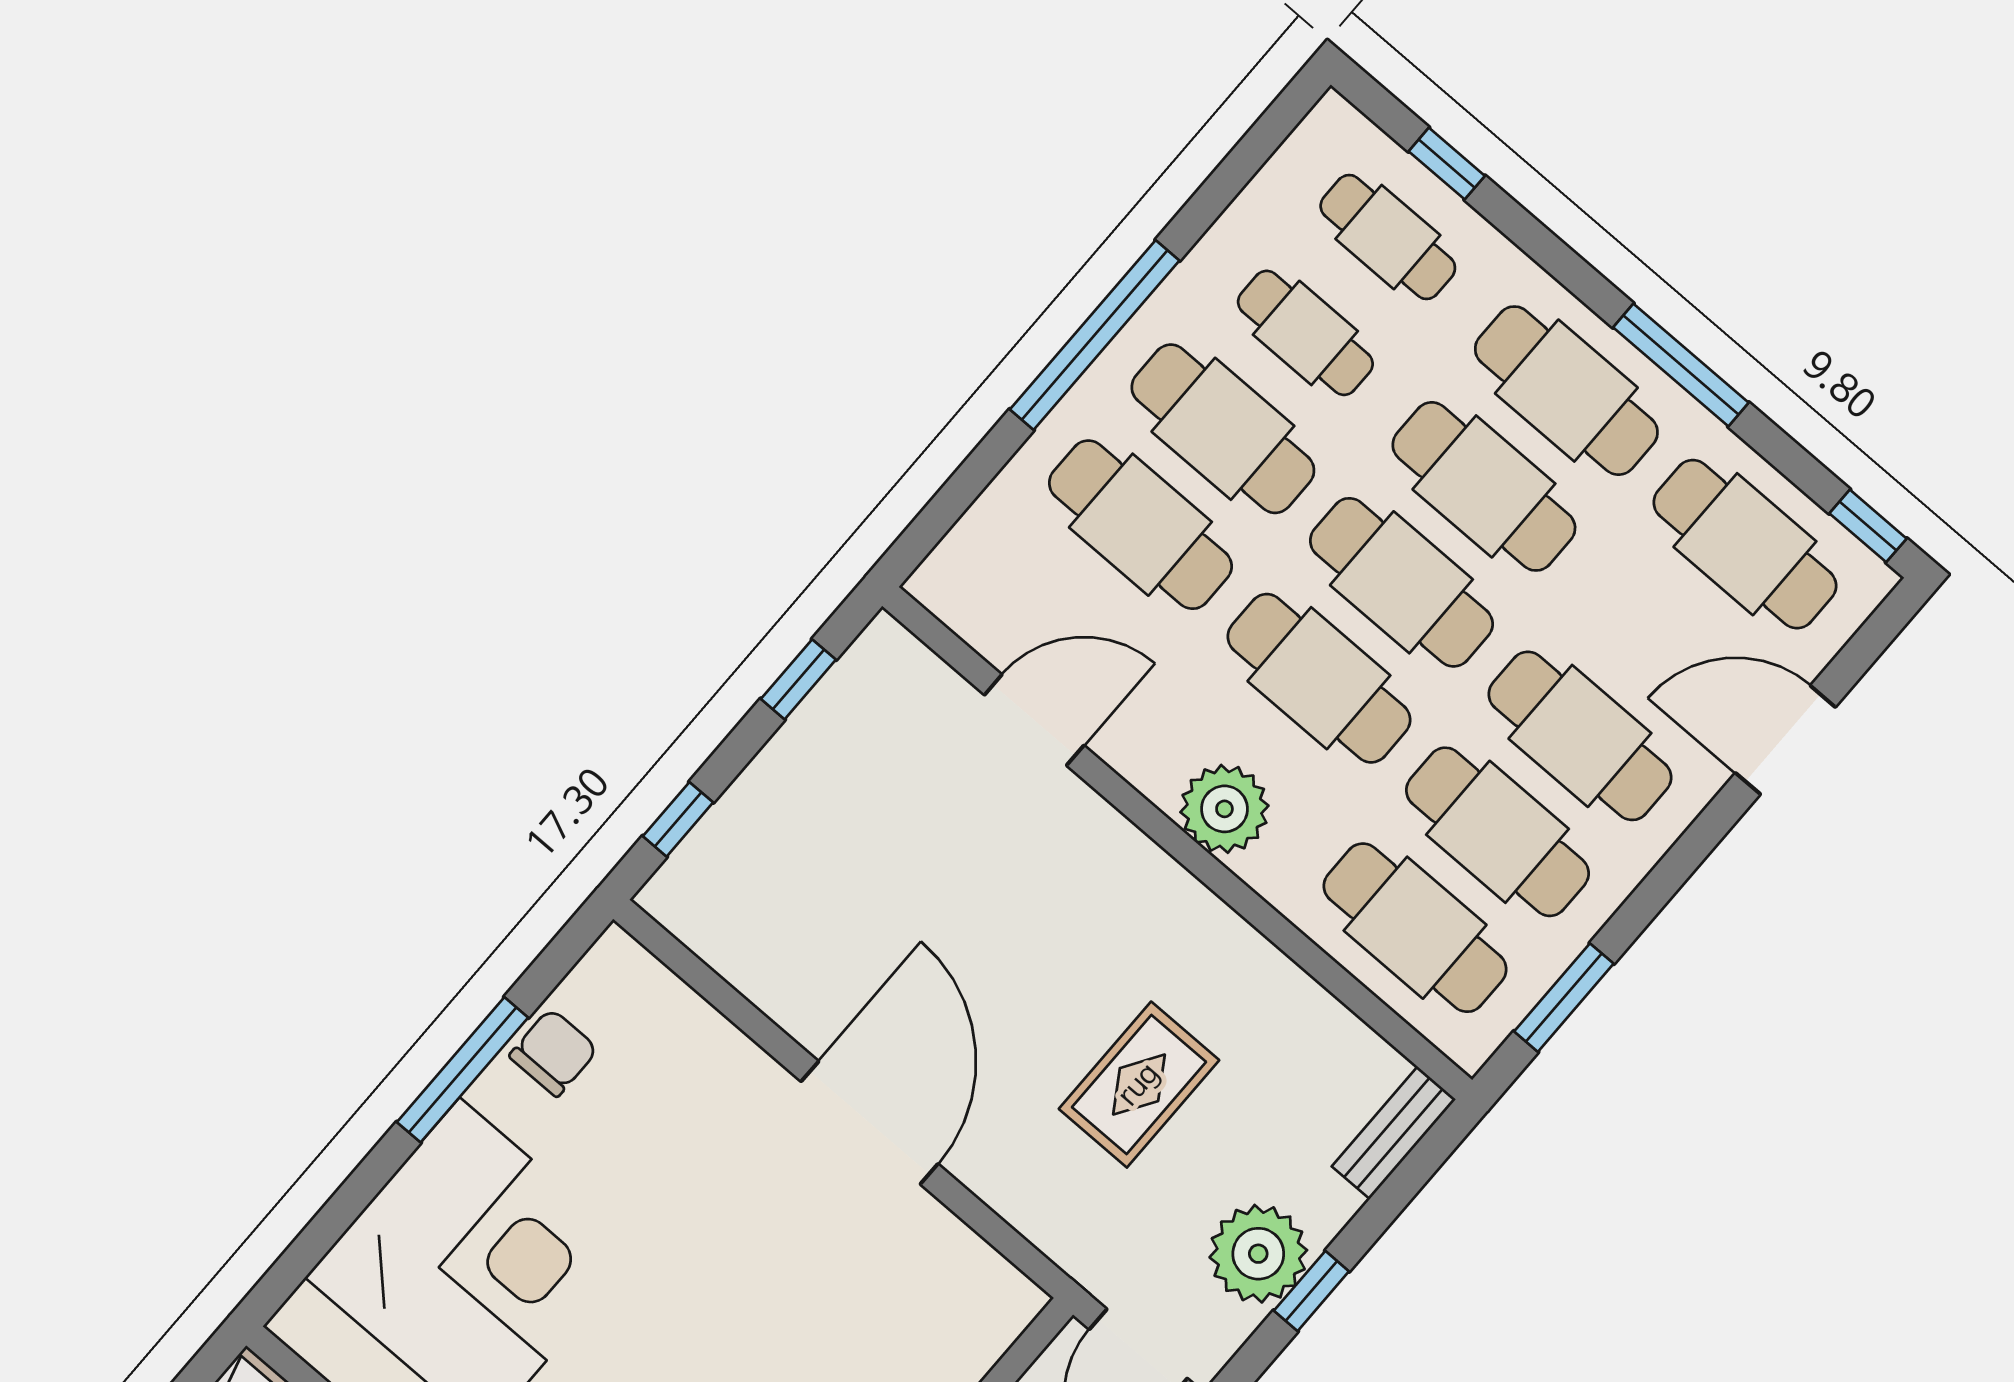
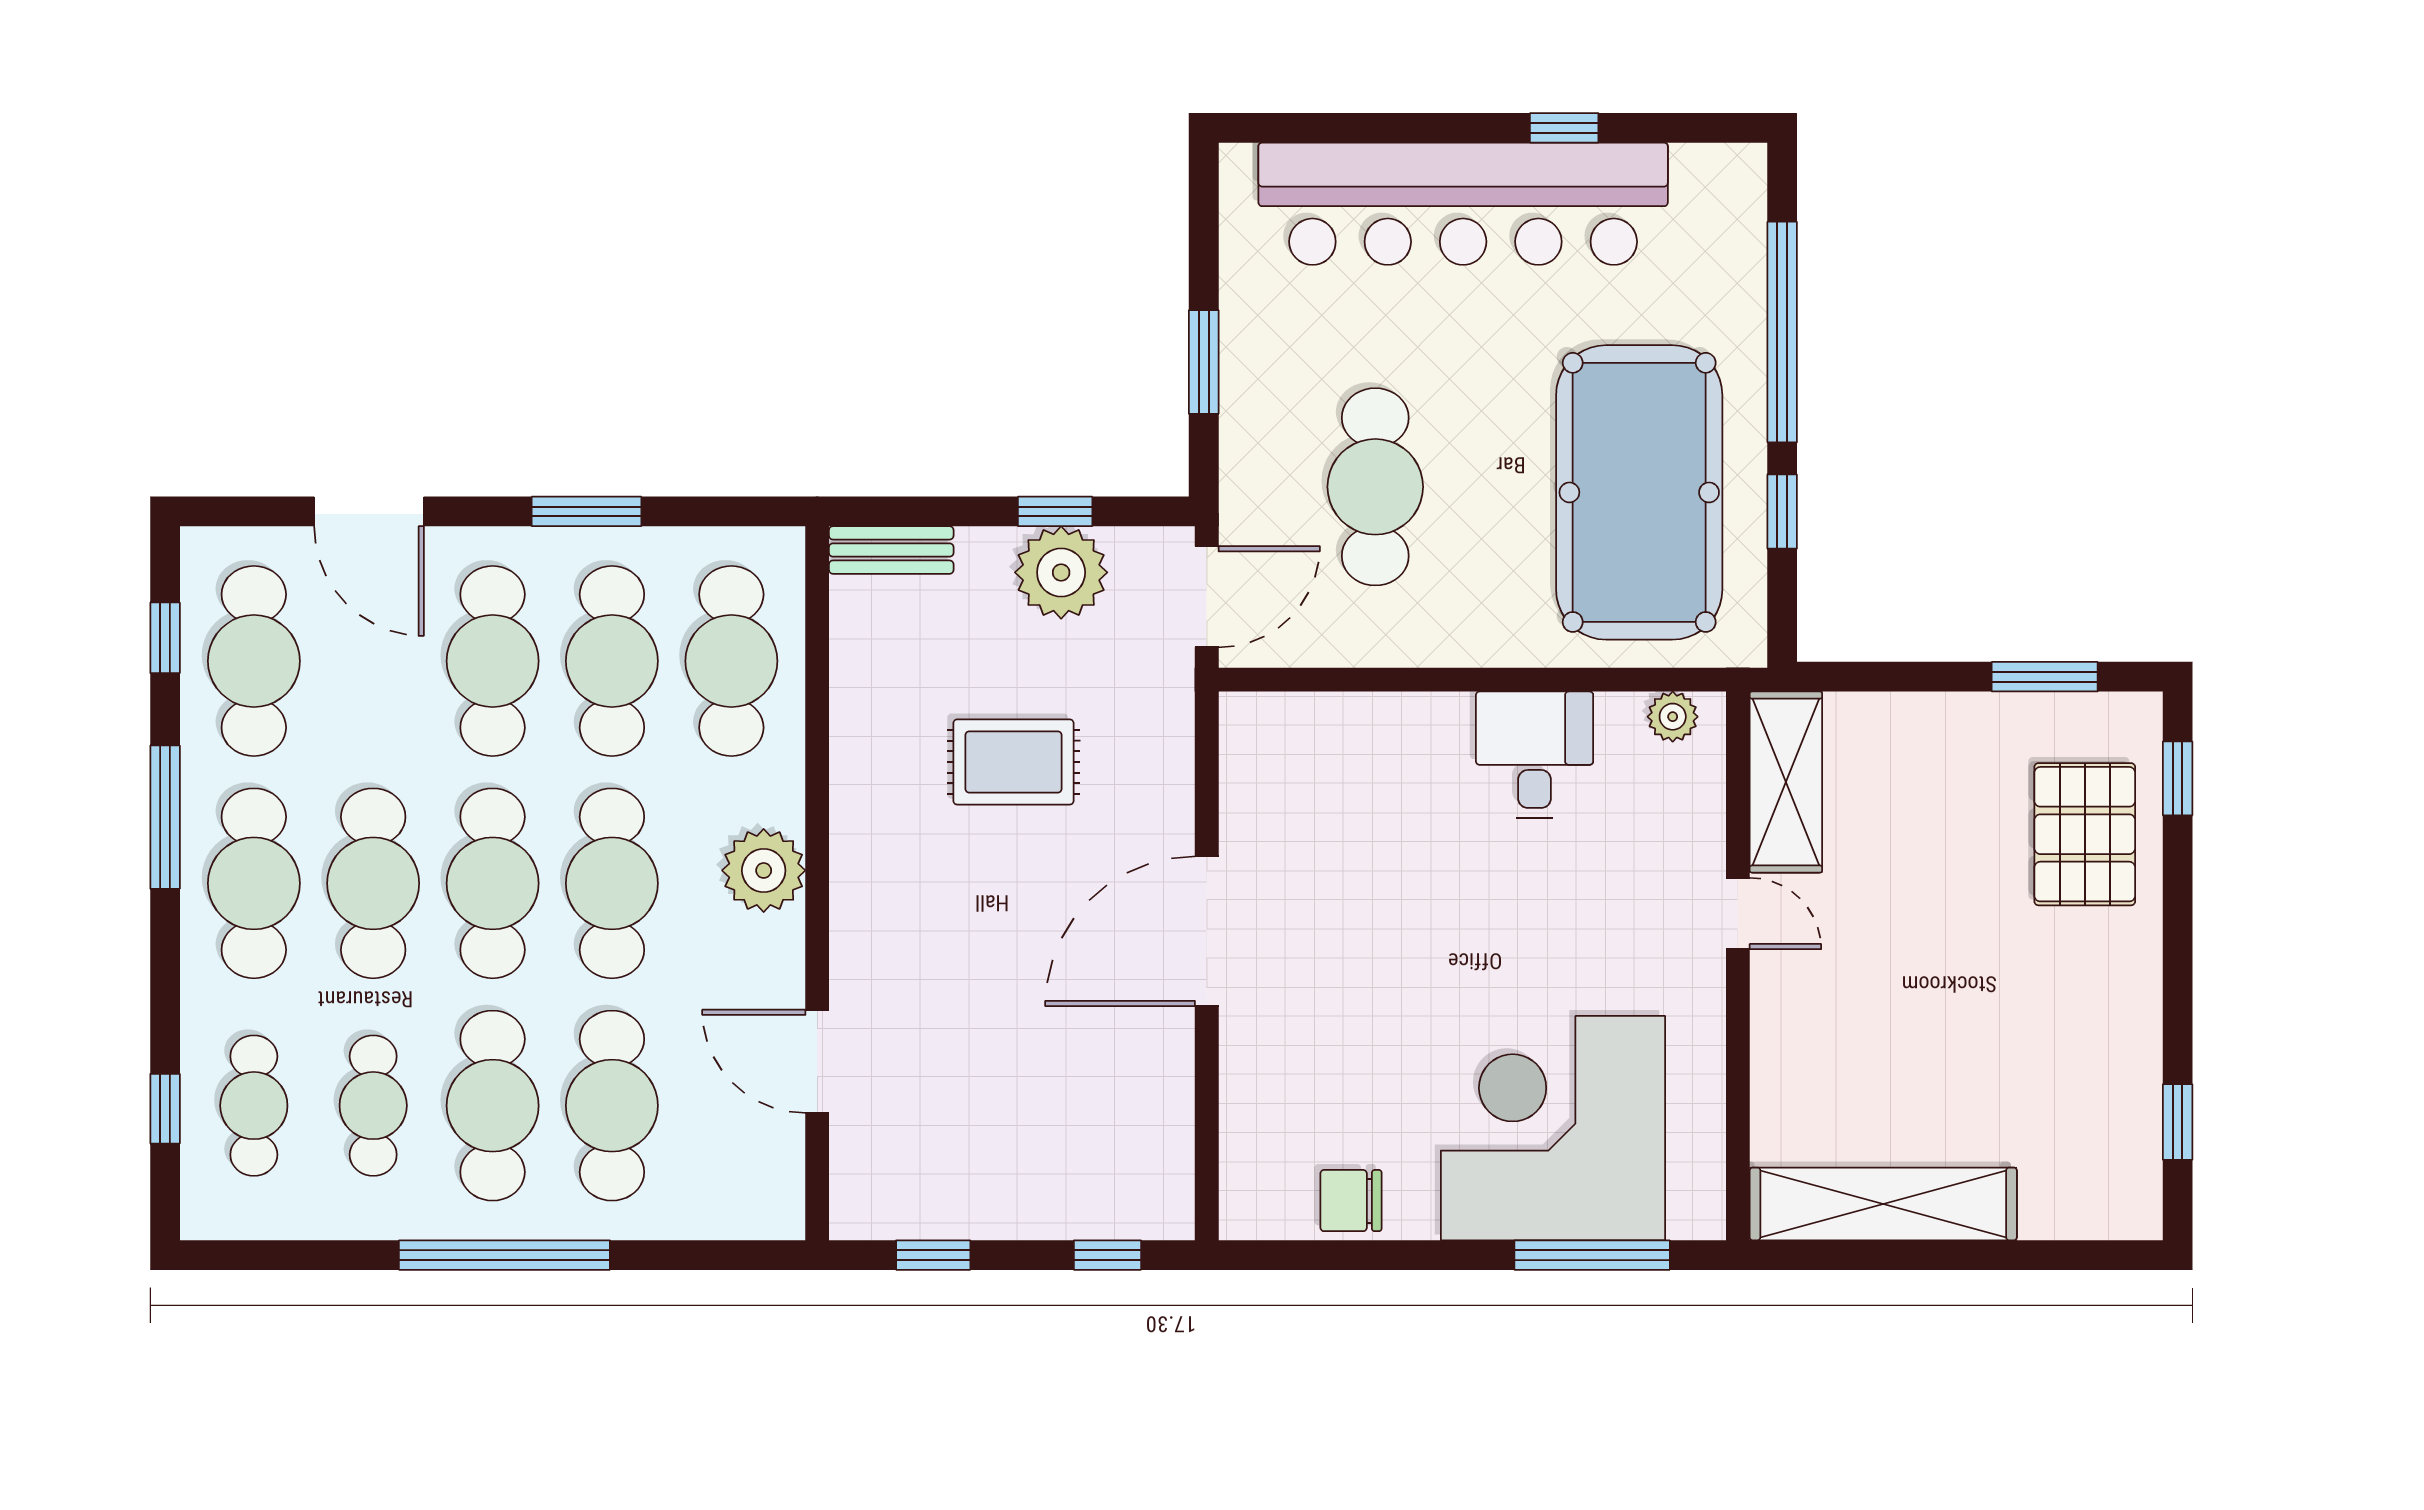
window: (1868, 526) -> (165, 638), moved
window: (1564, 998) -> (587, 511), moved
window: (463, 1070) -> (1592, 1255), moved

